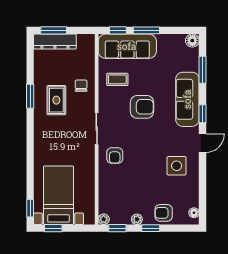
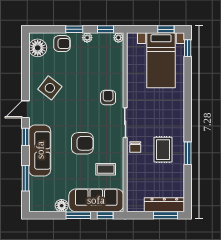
floor lamp: (192, 41) -> (62, 206), moved
chair: (81, 86) -> (135, 147), moved
armchair: (142, 107) -> (82, 143), turned 180
side table: (177, 166) -> (50, 88), turned 38
floor lamp: (194, 213) -> (38, 48), width x1.89, depth x1.89

